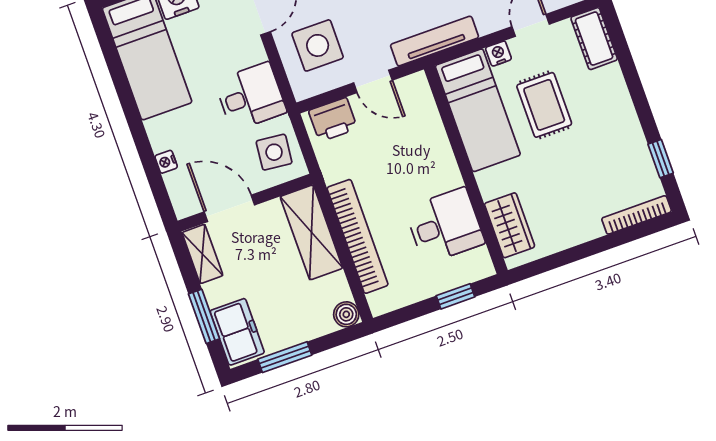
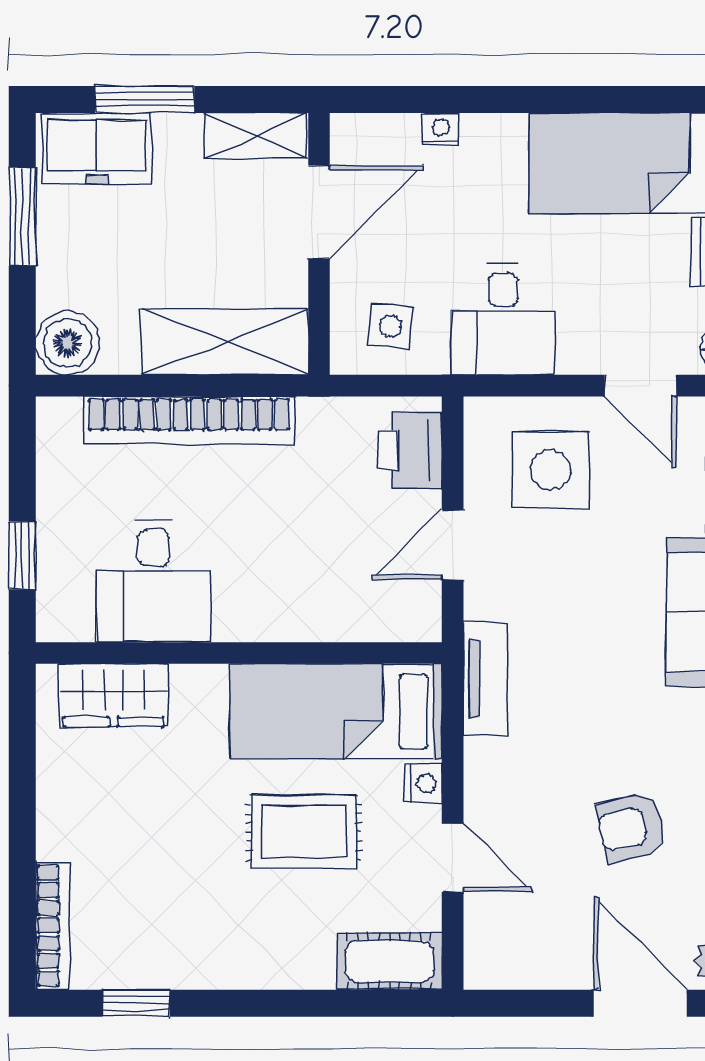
tv unit: (435, 41) -> (485, 679), width x0.71
side table: (274, 152) -> (390, 326), width x0.73, depth x0.73
boiler: (346, 314) -> (67, 343), width x1.36, depth x1.36

